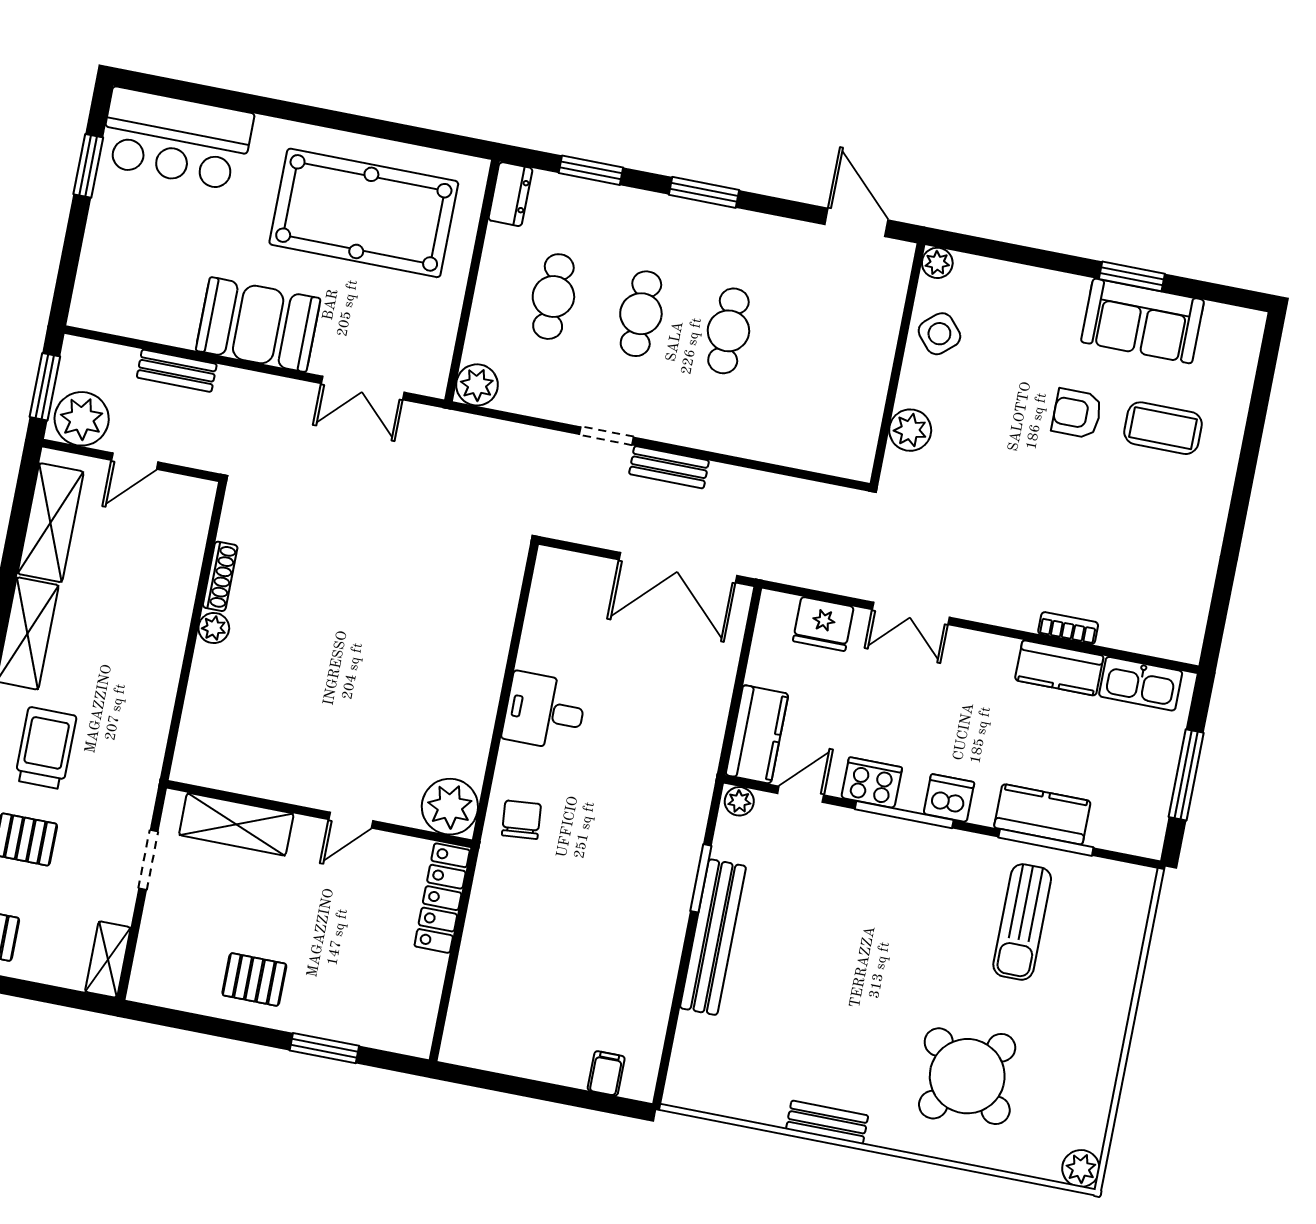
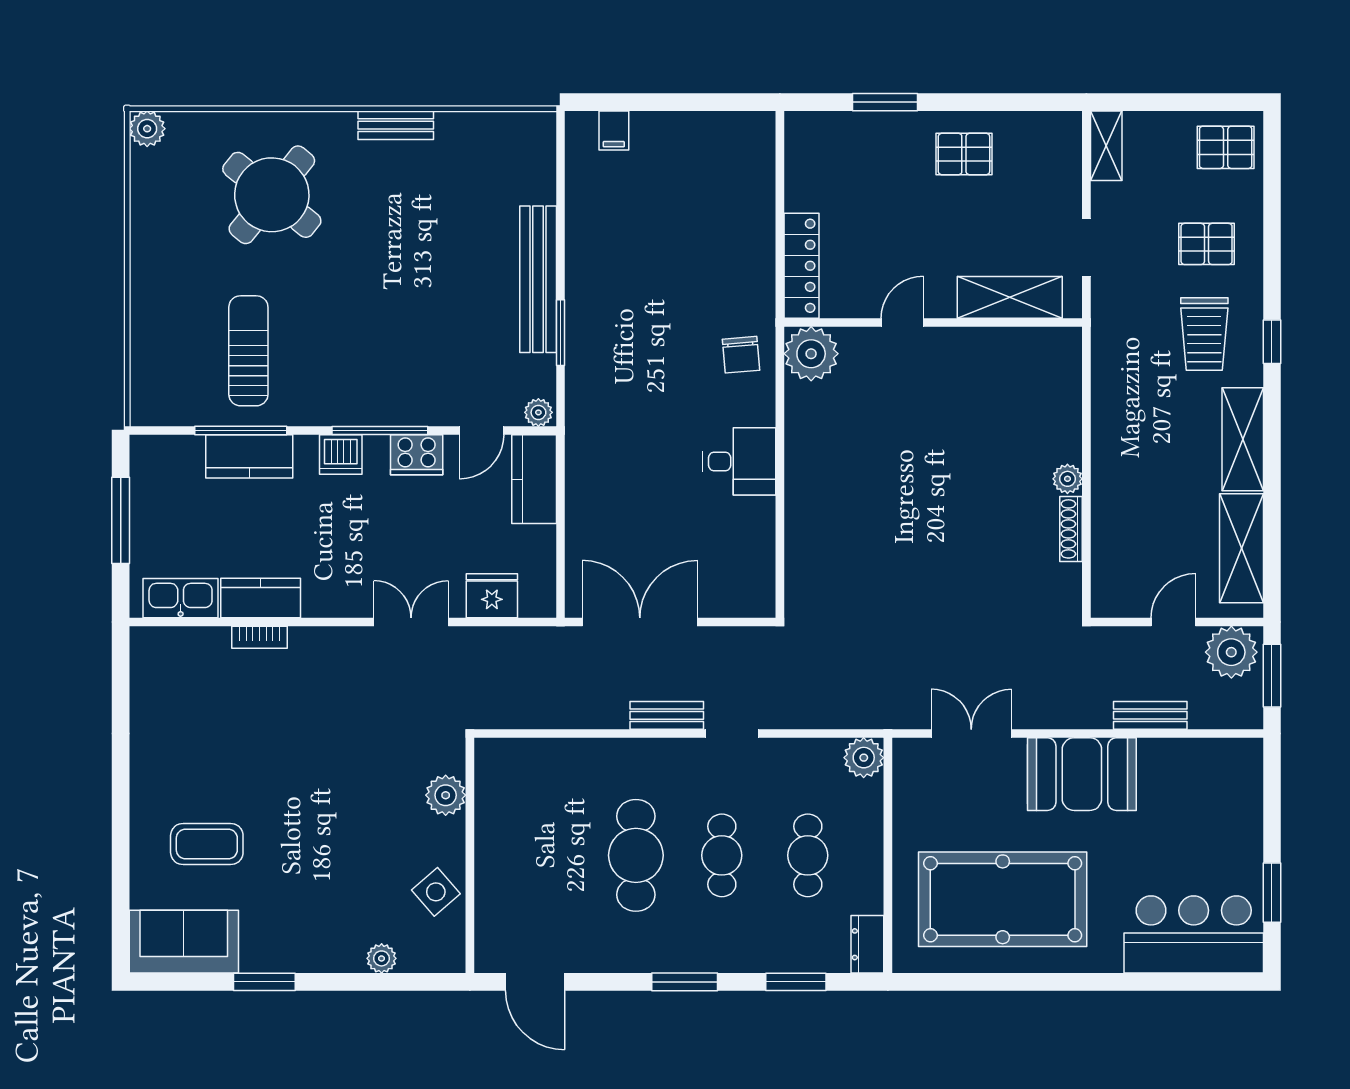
plant: (937, 263) -> (382, 958), moved
sofa: (1143, 321) -> (184, 942), moved
cafe table: (728, 331) -> (636, 855), width x1.37, depth x1.35
armchair: (1077, 414) -> (291, 842), removed

